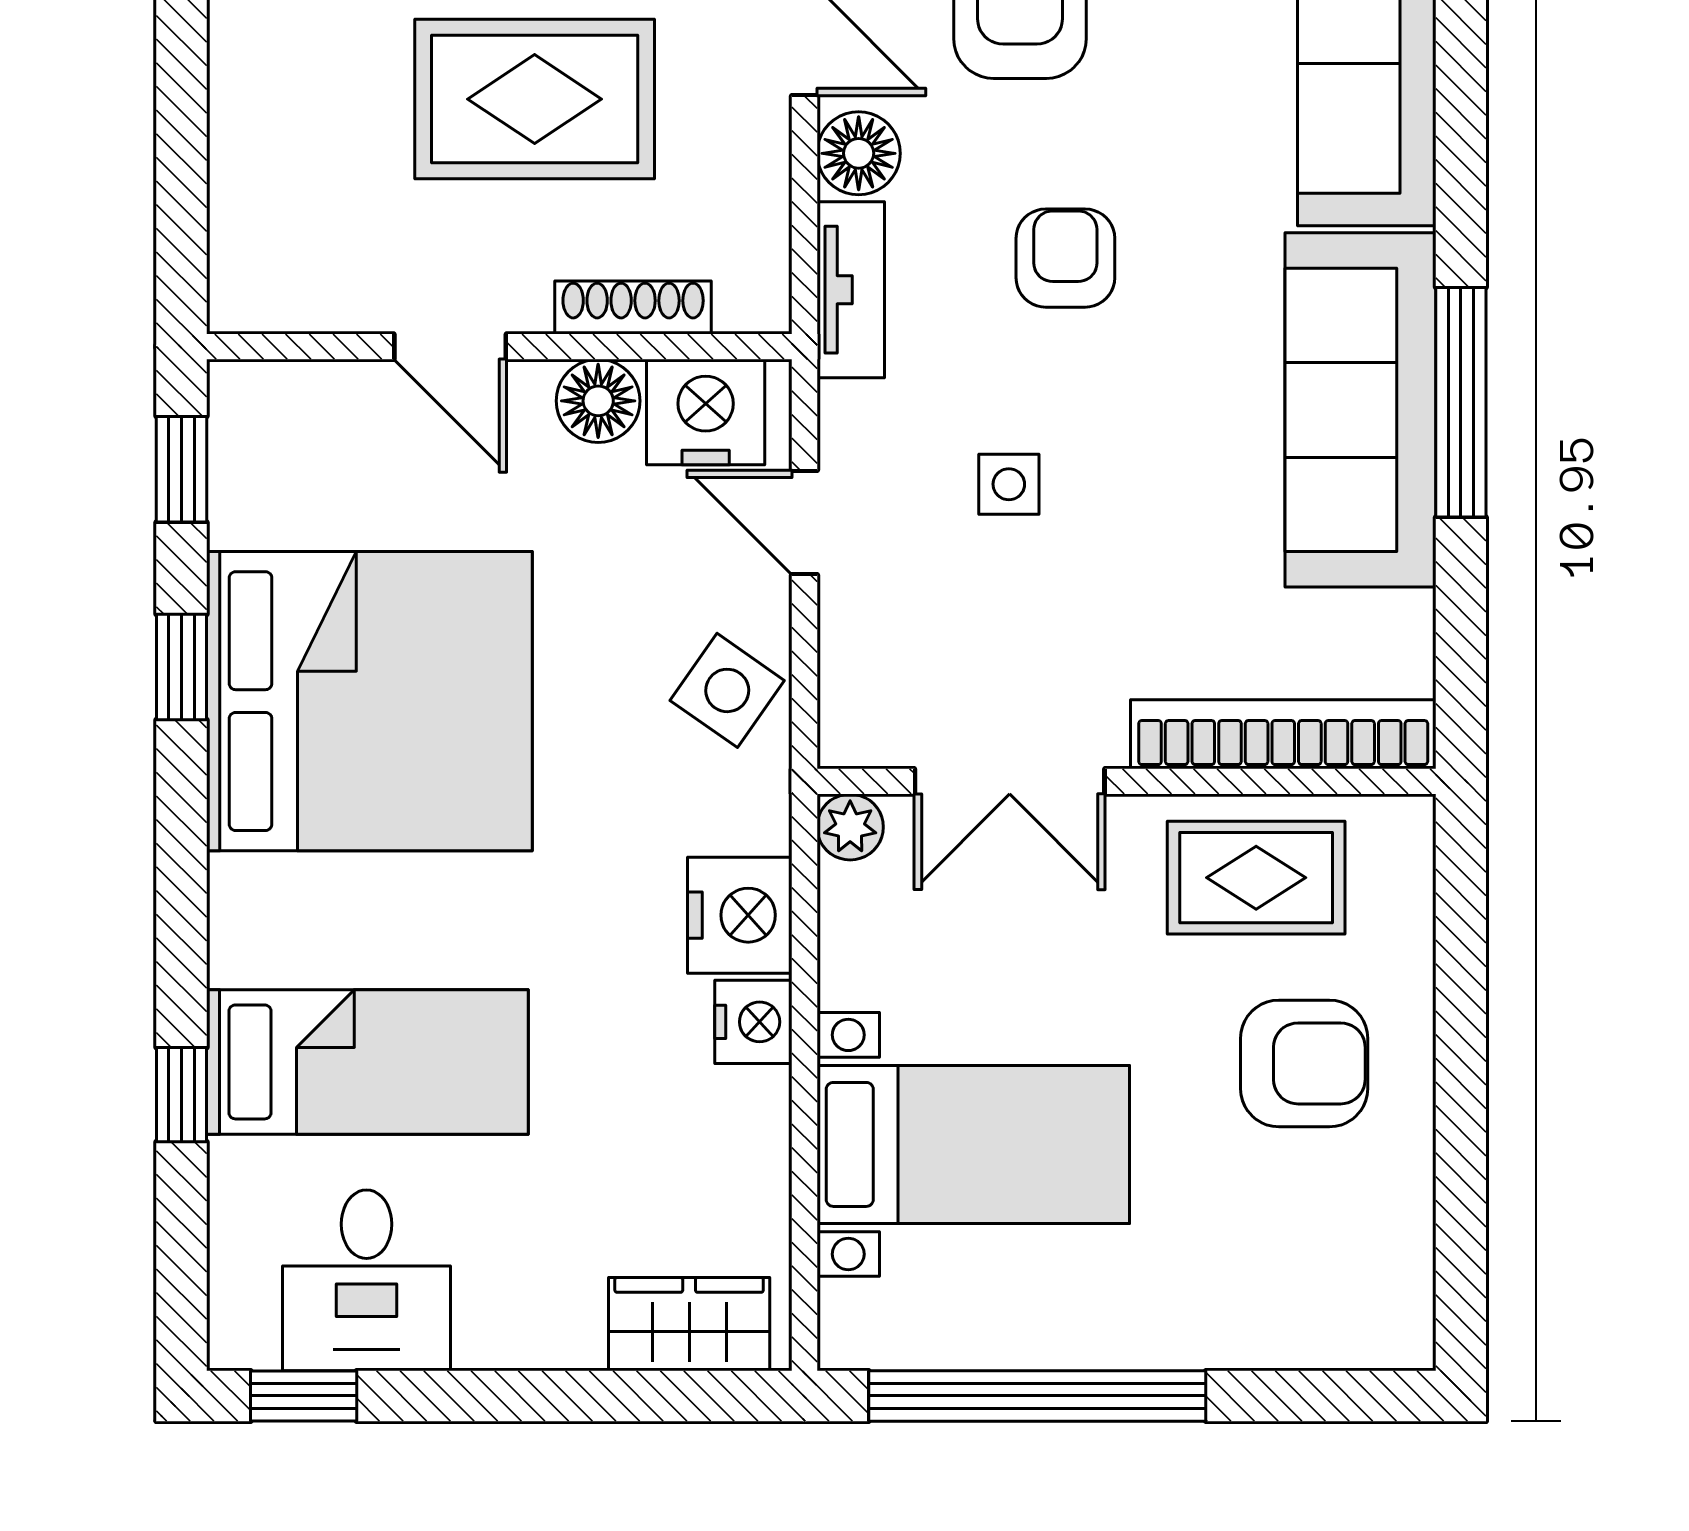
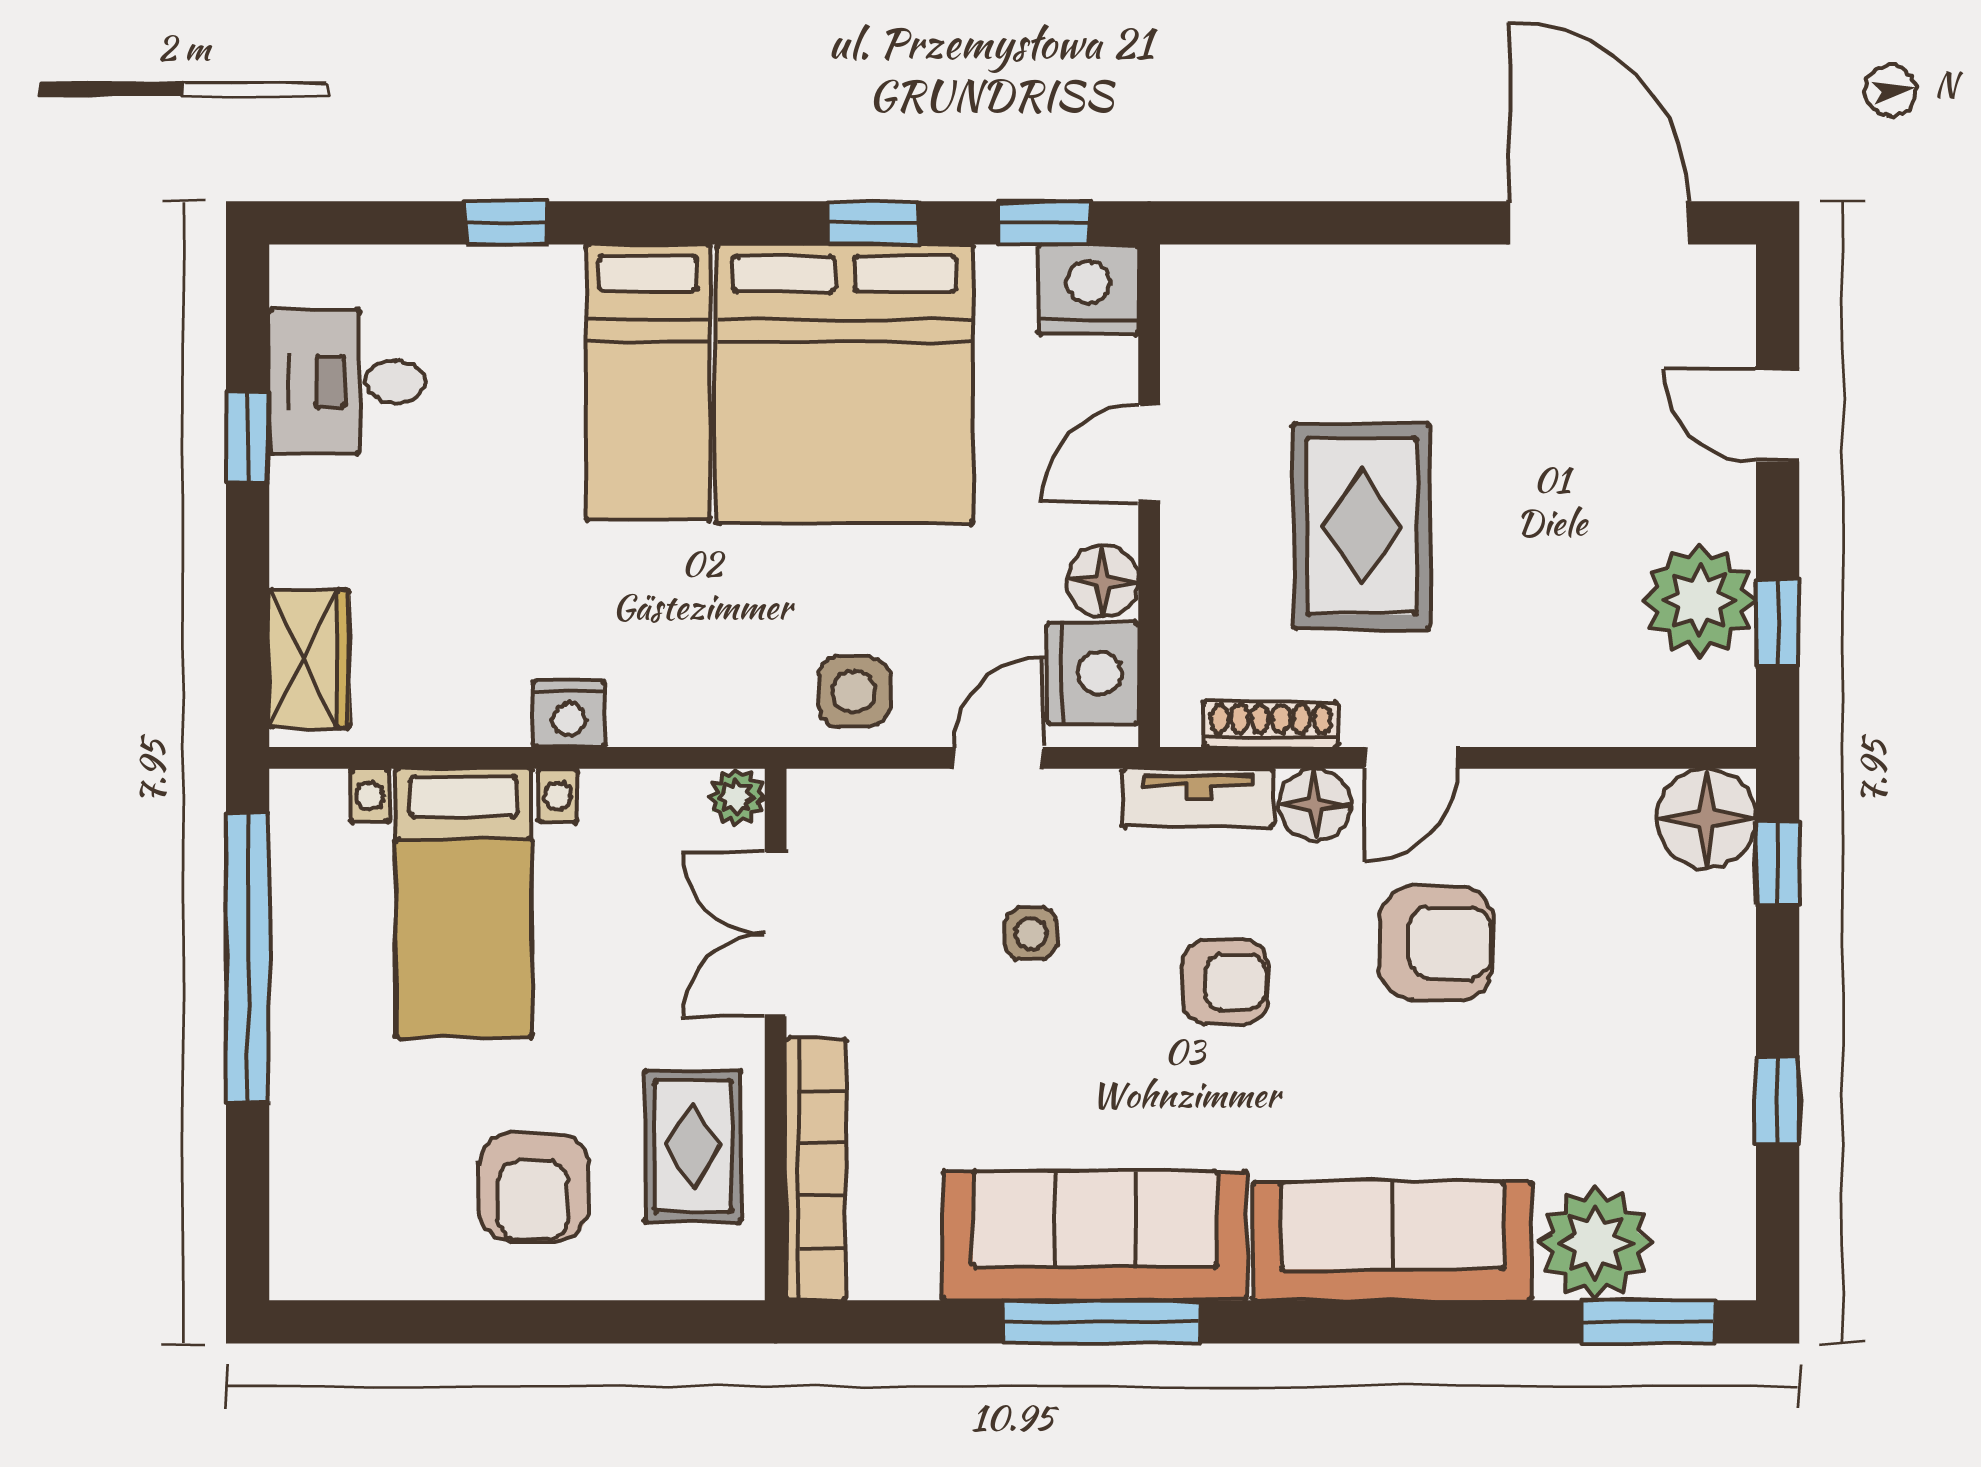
shoe rack: (633, 307) -> (1271, 724), moved, turned -90
side table: (727, 690) -> (854, 692), turned -35
nightstand: (740, 915) -> (1088, 289), moved, turned 180
bed: (367, 1062) -> (648, 382), moved
window: (304, 1396) -> (248, 437), moved

